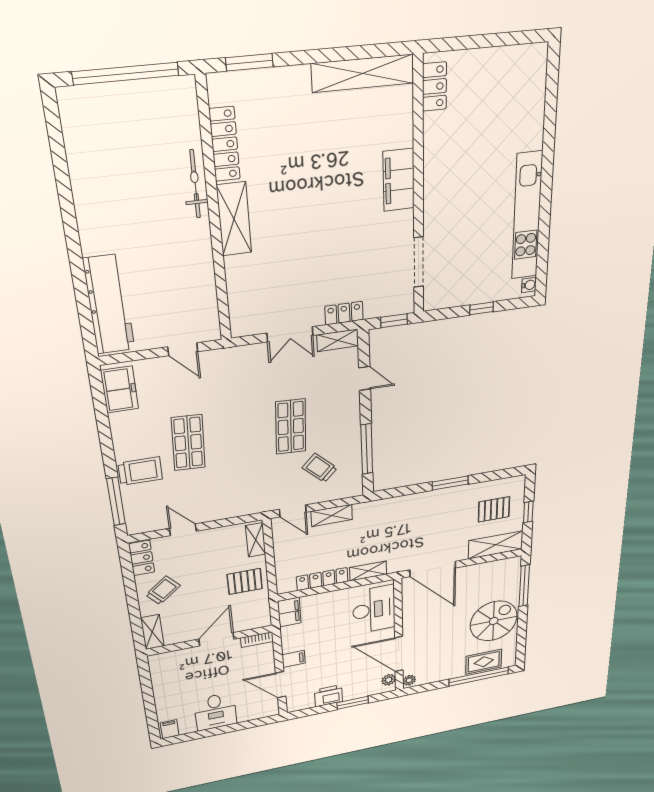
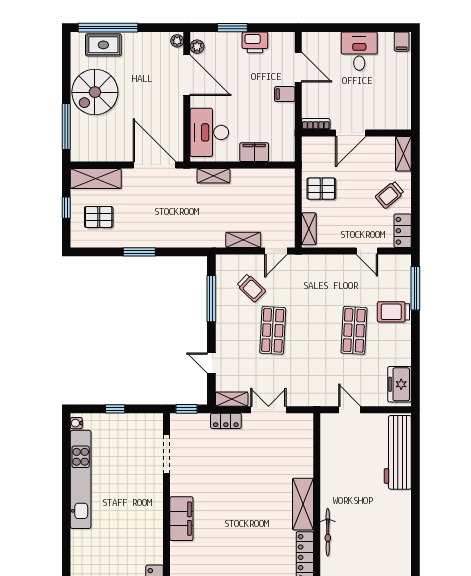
door: (293, 511) -> (276, 251), swing flipped
locker: (322, 579) -> (254, 176), removed
filing cabinet: (289, 612) -> (254, 152), moved, turned 90

